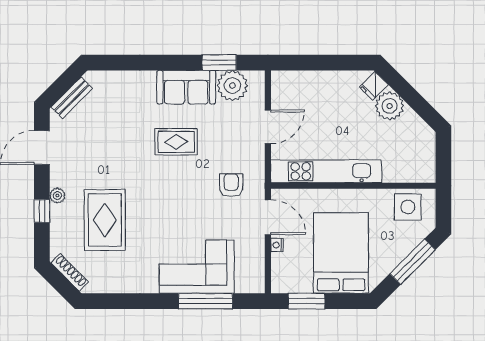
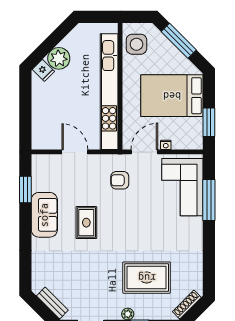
plant: (232, 86) -> (43, 179), removed
kitchen unit: (326, 171) -> (109, 92), width x1.36
corner sofa: (197, 267) -> (182, 187), moved

